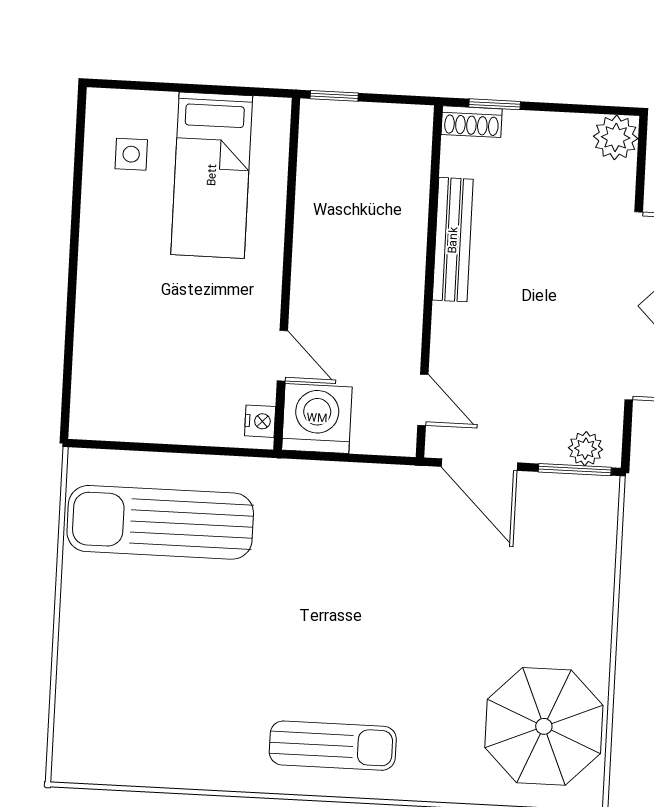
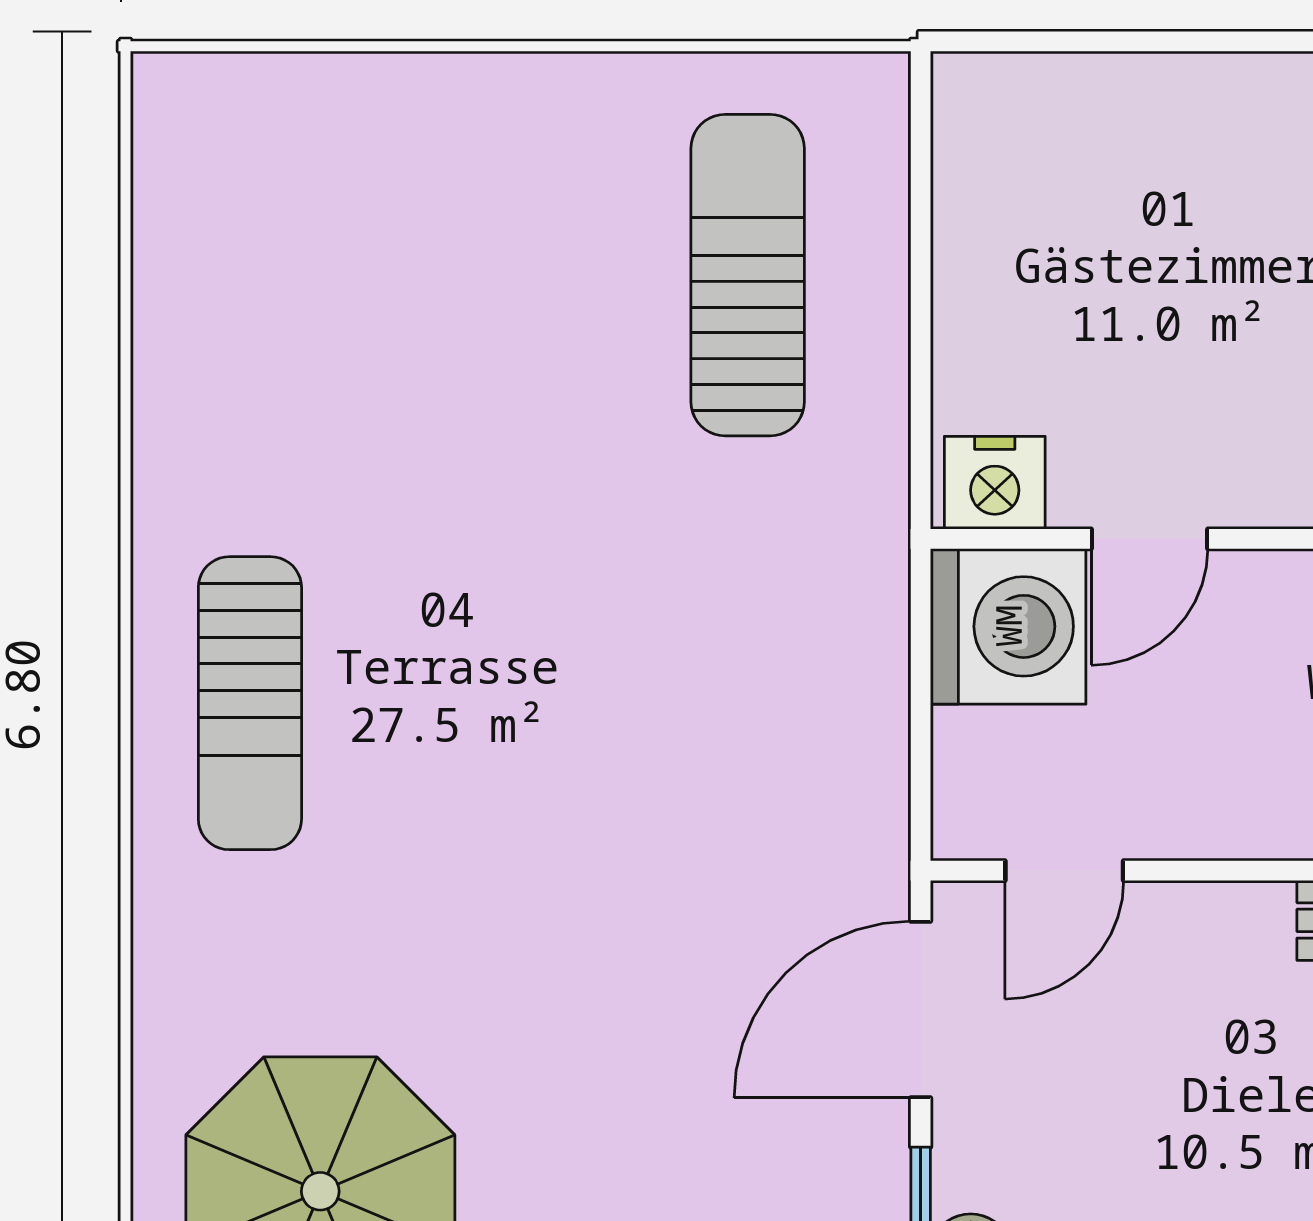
nightstand: (260, 421) -> (995, 483), width x1.39, depth x1.35
sun lounger: (160, 522) -> (748, 275), width x0.73, depth x0.75

